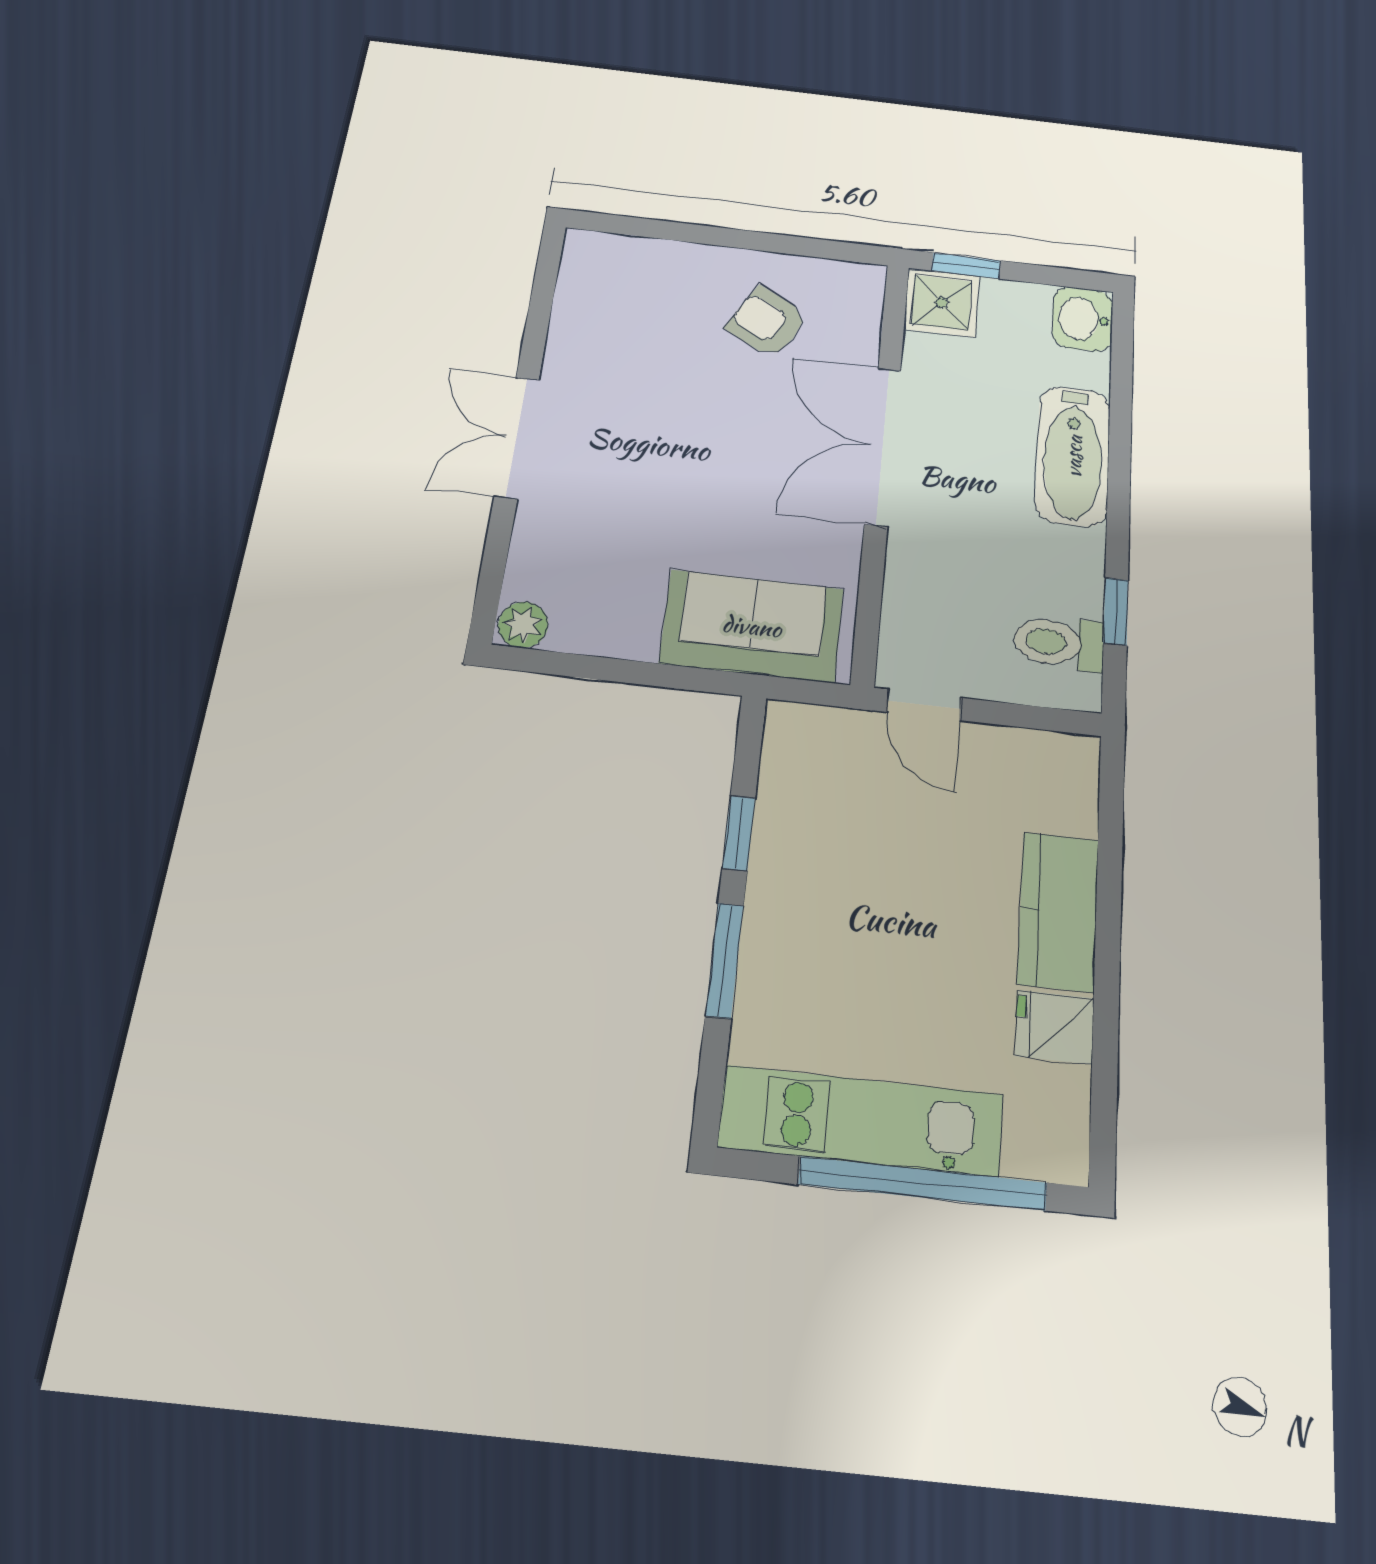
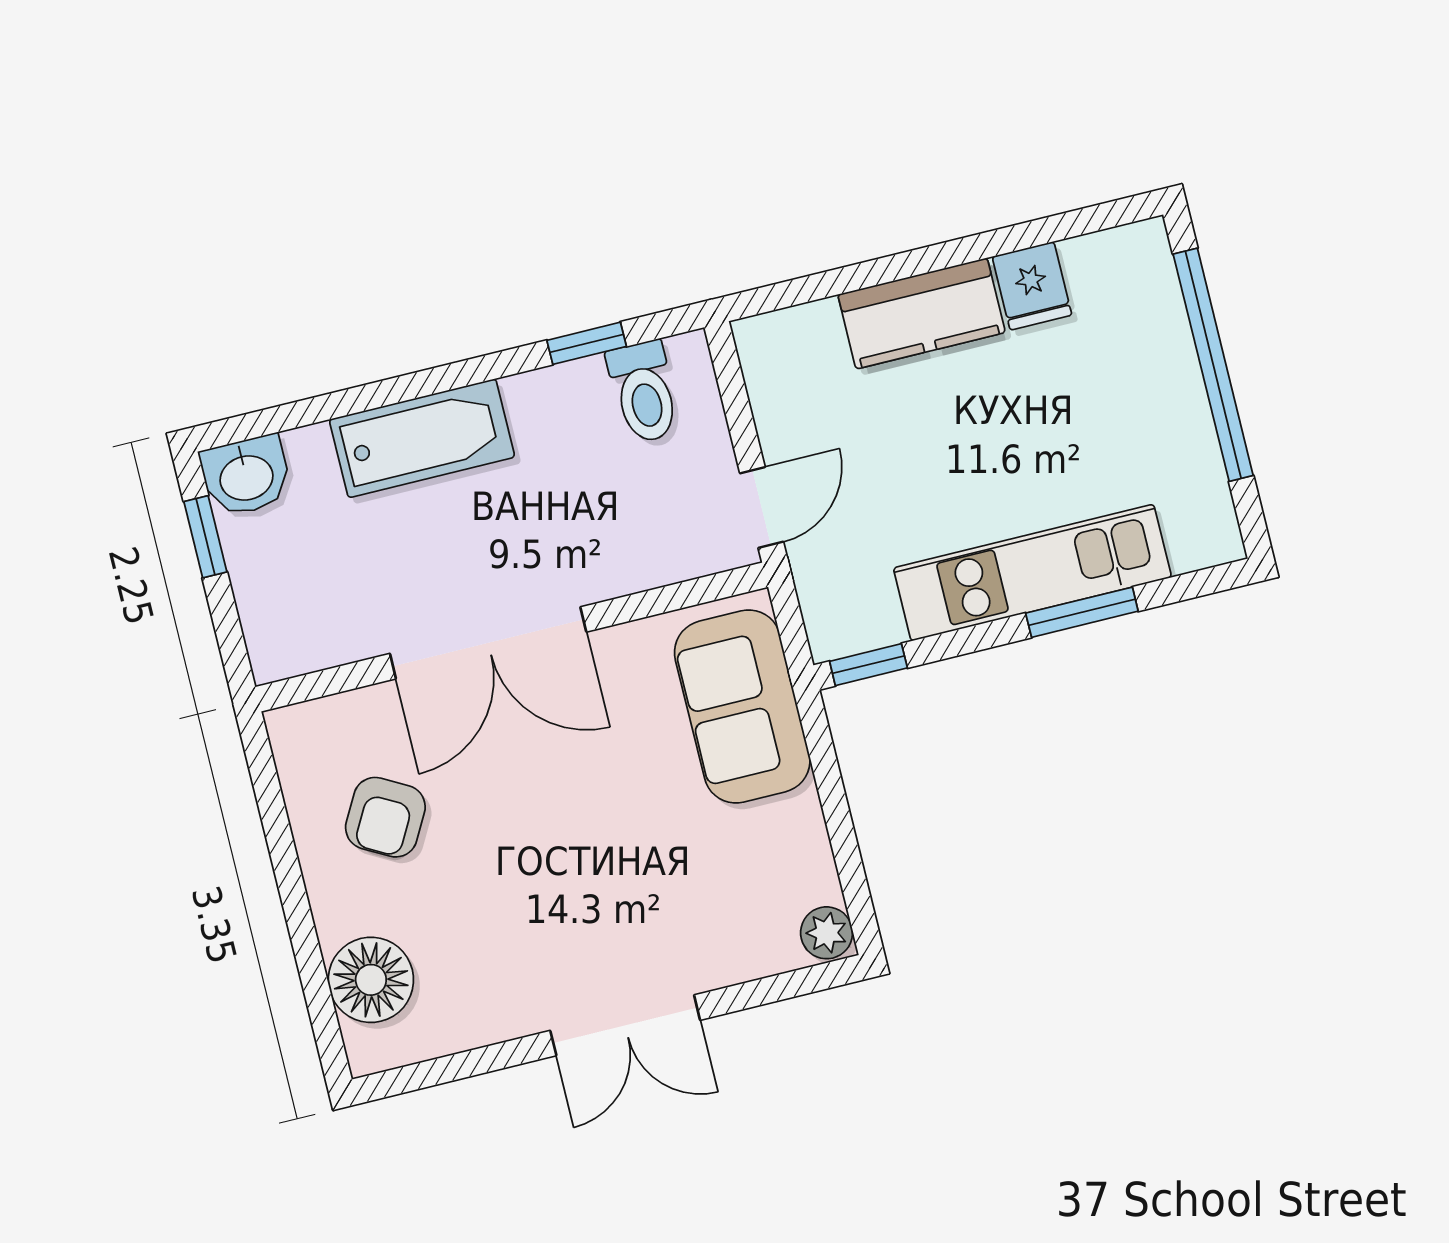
window: (966, 266) -> (205, 537), moved
floor lamp: (639, 268) -> (371, 980), added
shower: (942, 303) -> (286, 637), removed
window: (739, 833) -> (868, 665), moved
kitchen unit: (861, 1121) -> (1032, 573), moved, turned 90

